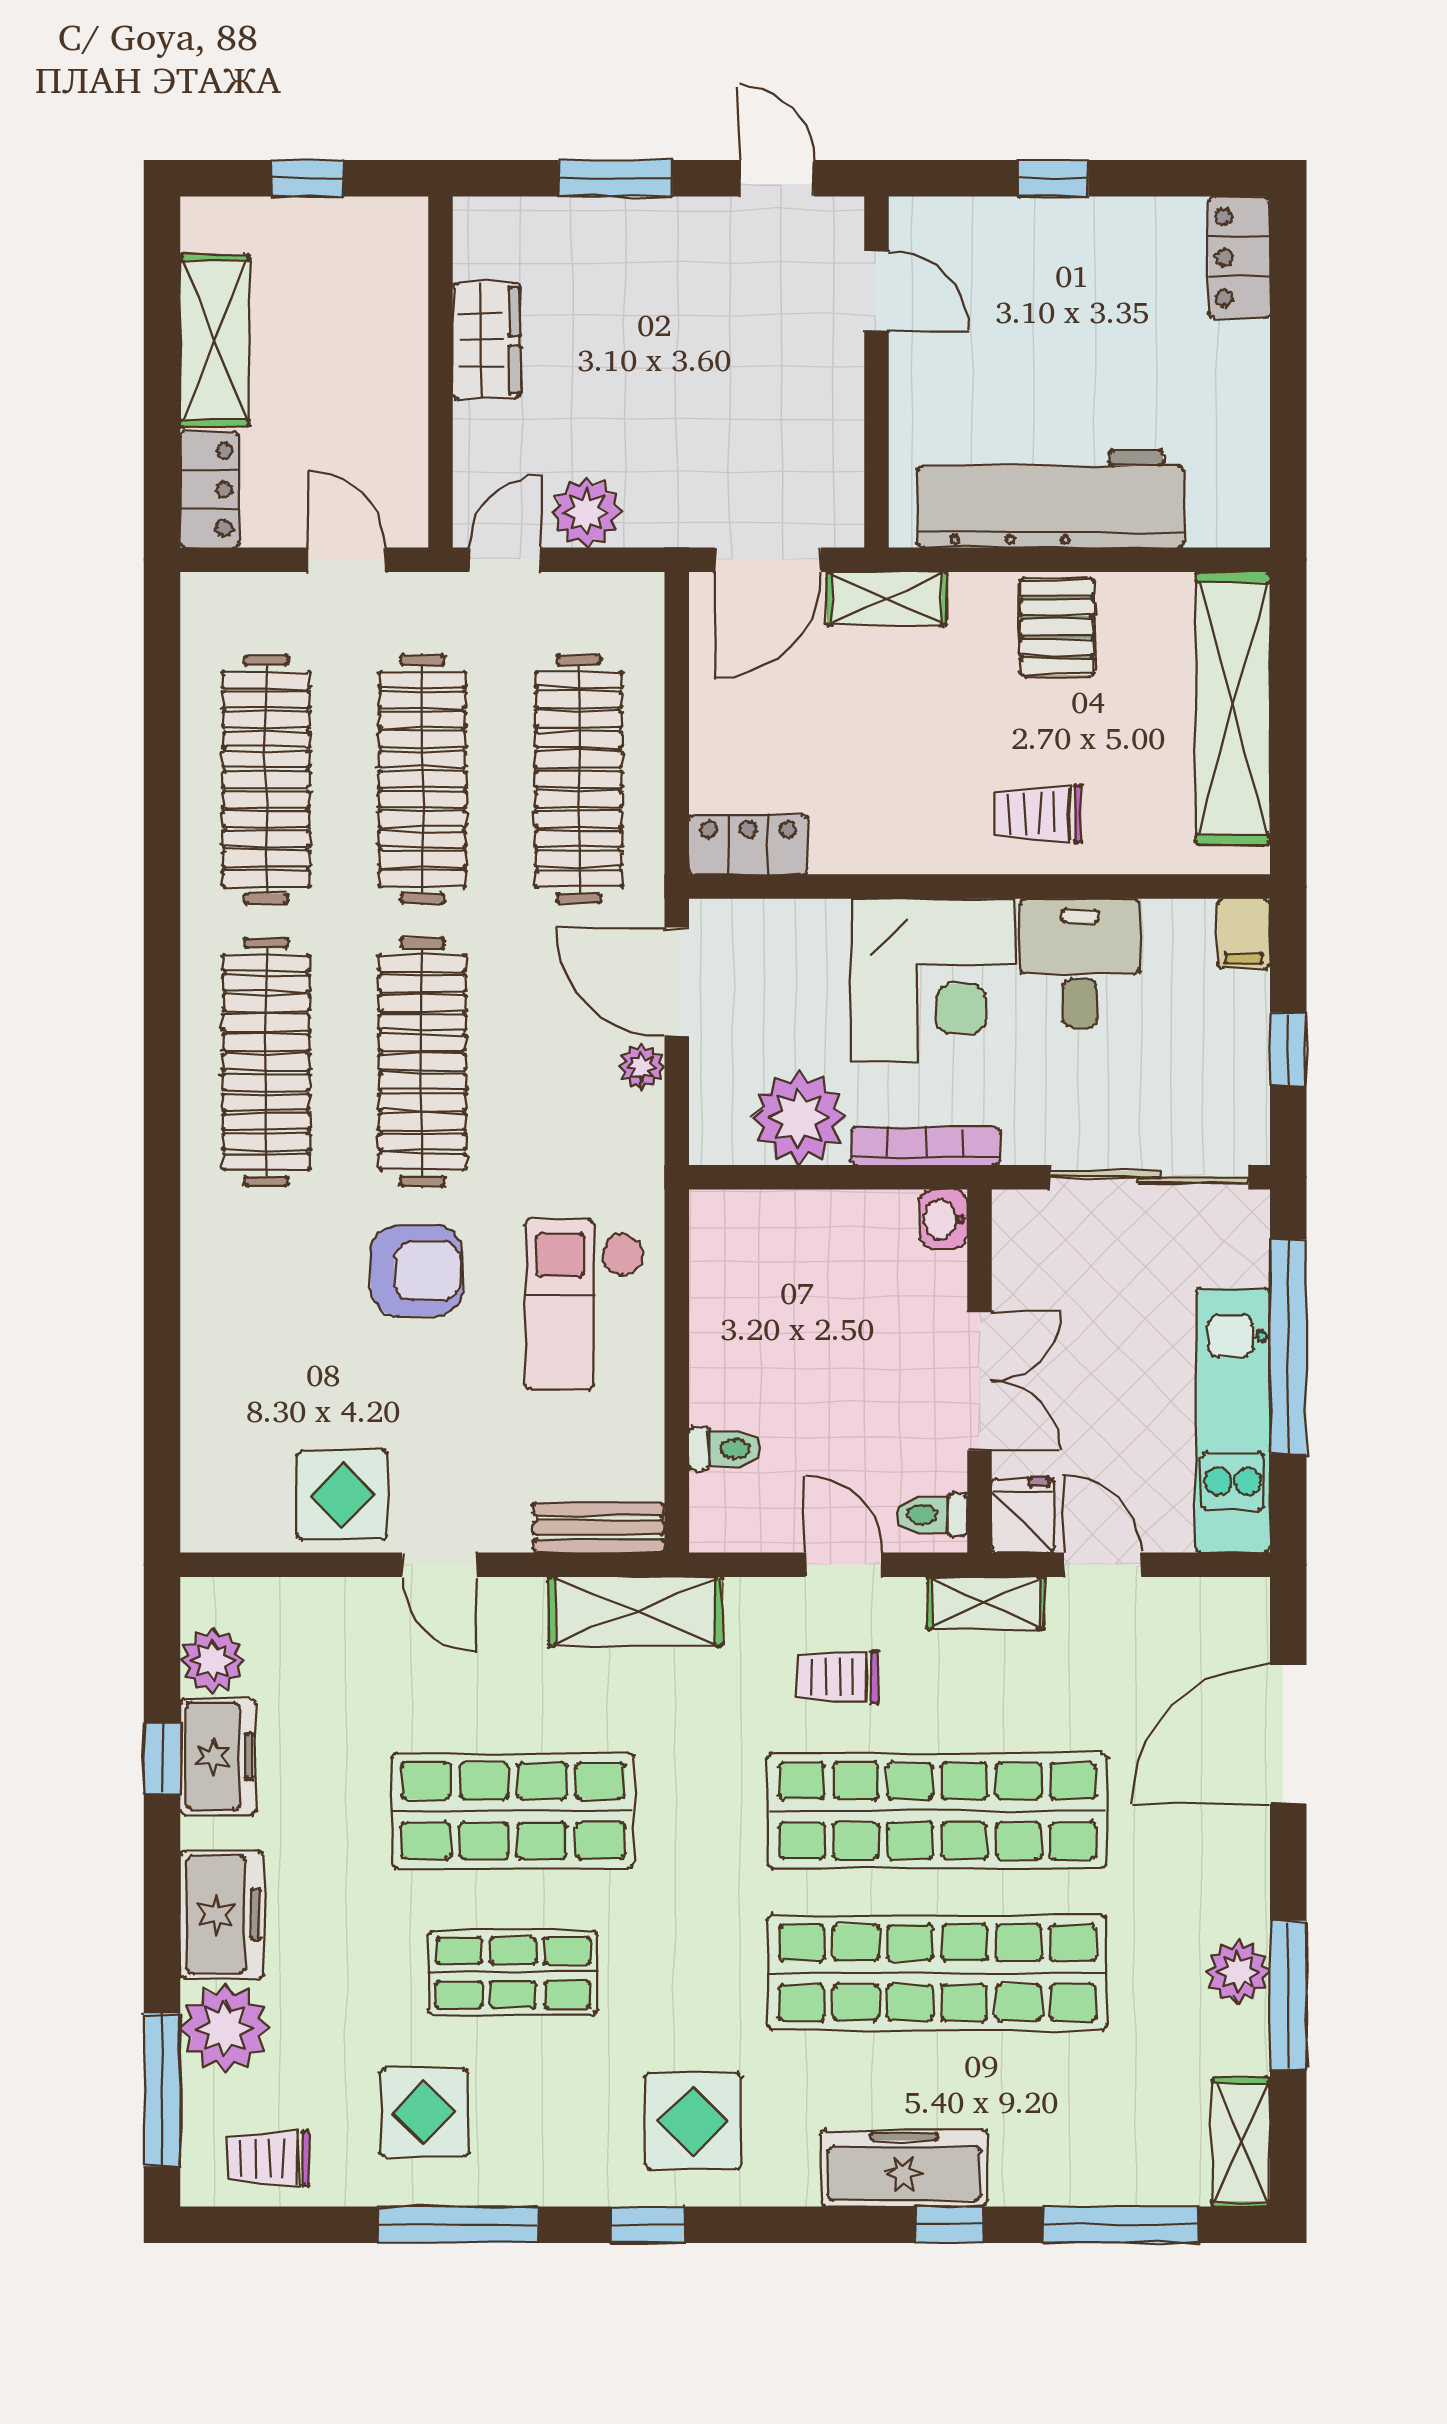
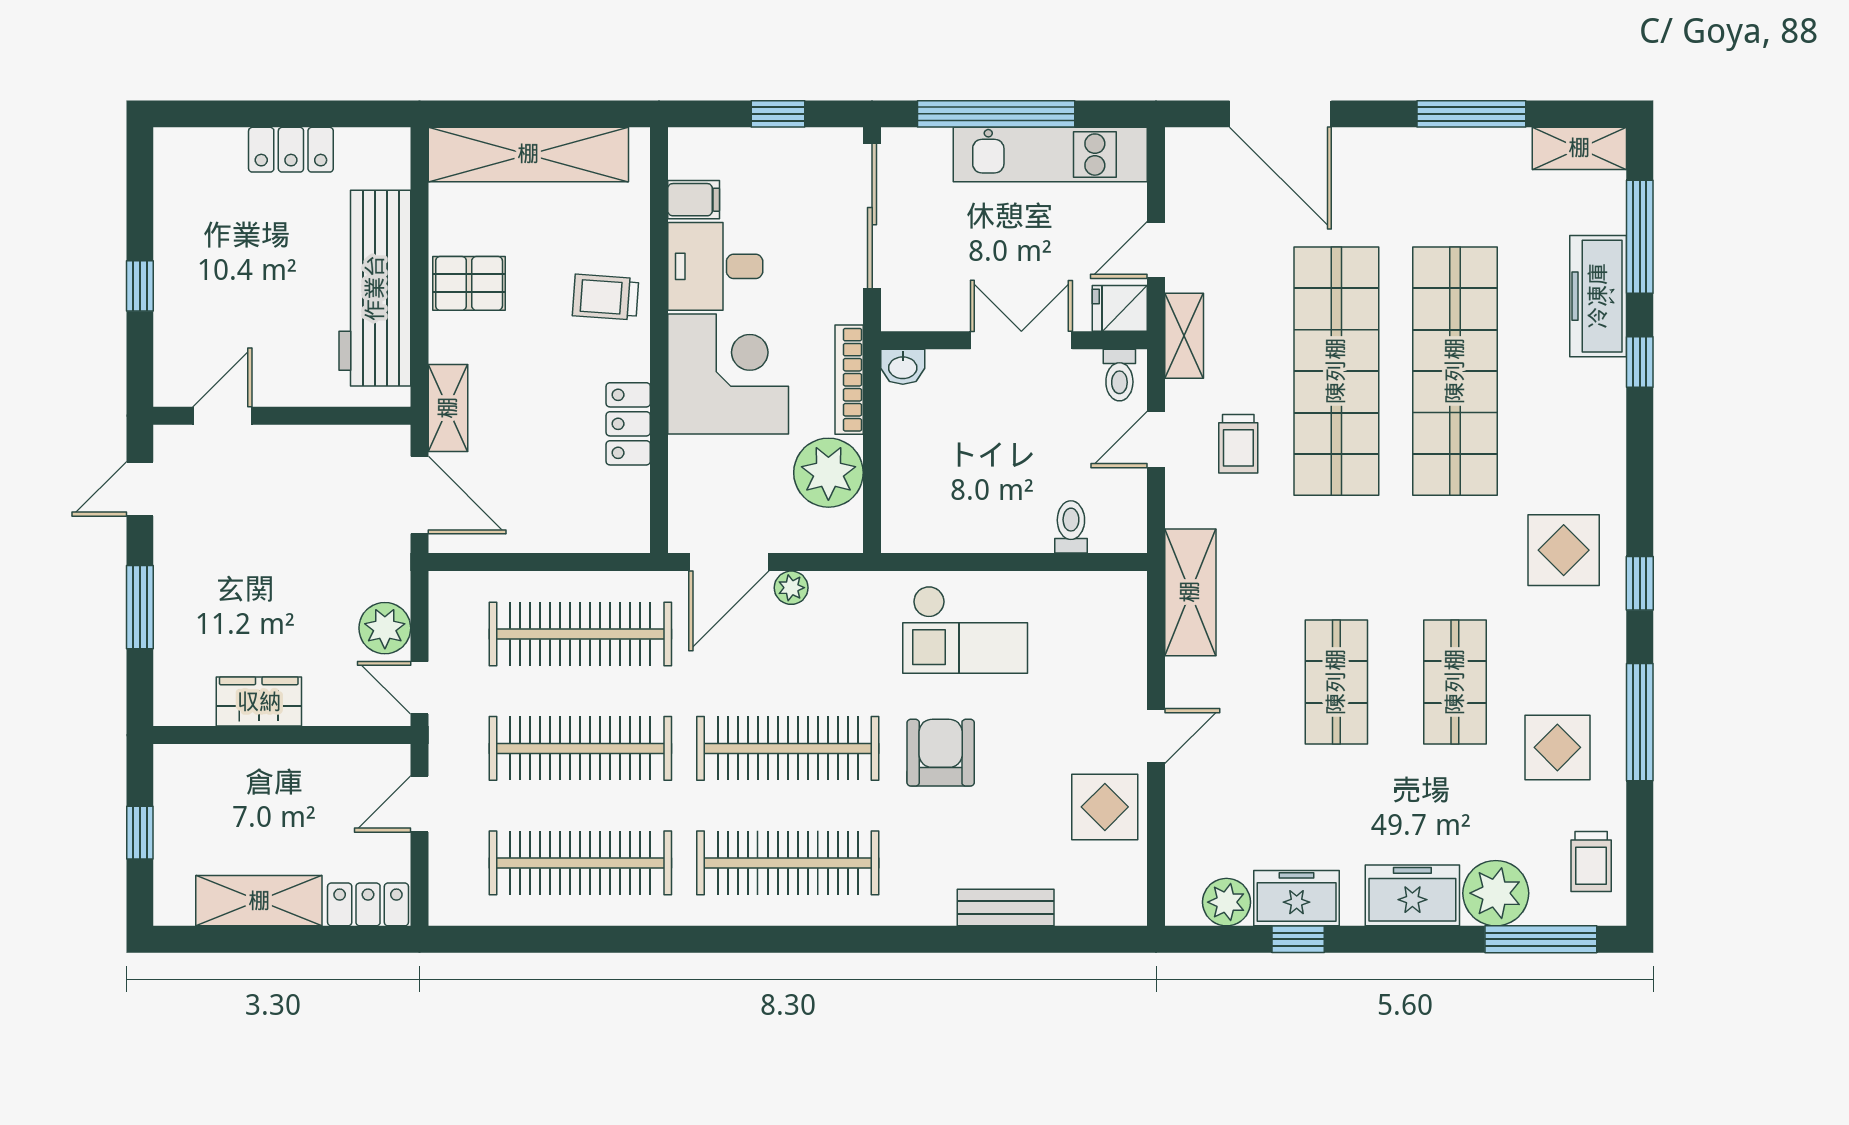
locker: (1239, 257) -> (291, 150), moved
trolley: (1038, 814) -> (606, 297), turned 94
locker: (748, 845) -> (628, 424), moved
filing cabinet: (1244, 934) -> (694, 200), moved
bench: (599, 1527) -> (1006, 908), moved, turned 90
shop shelf: (513, 1811) -> (1336, 682), width x0.70, depth x0.74
plant: (1238, 1972) -> (1454, 151), removed
freezer: (904, 2168) -> (1598, 296), moved

